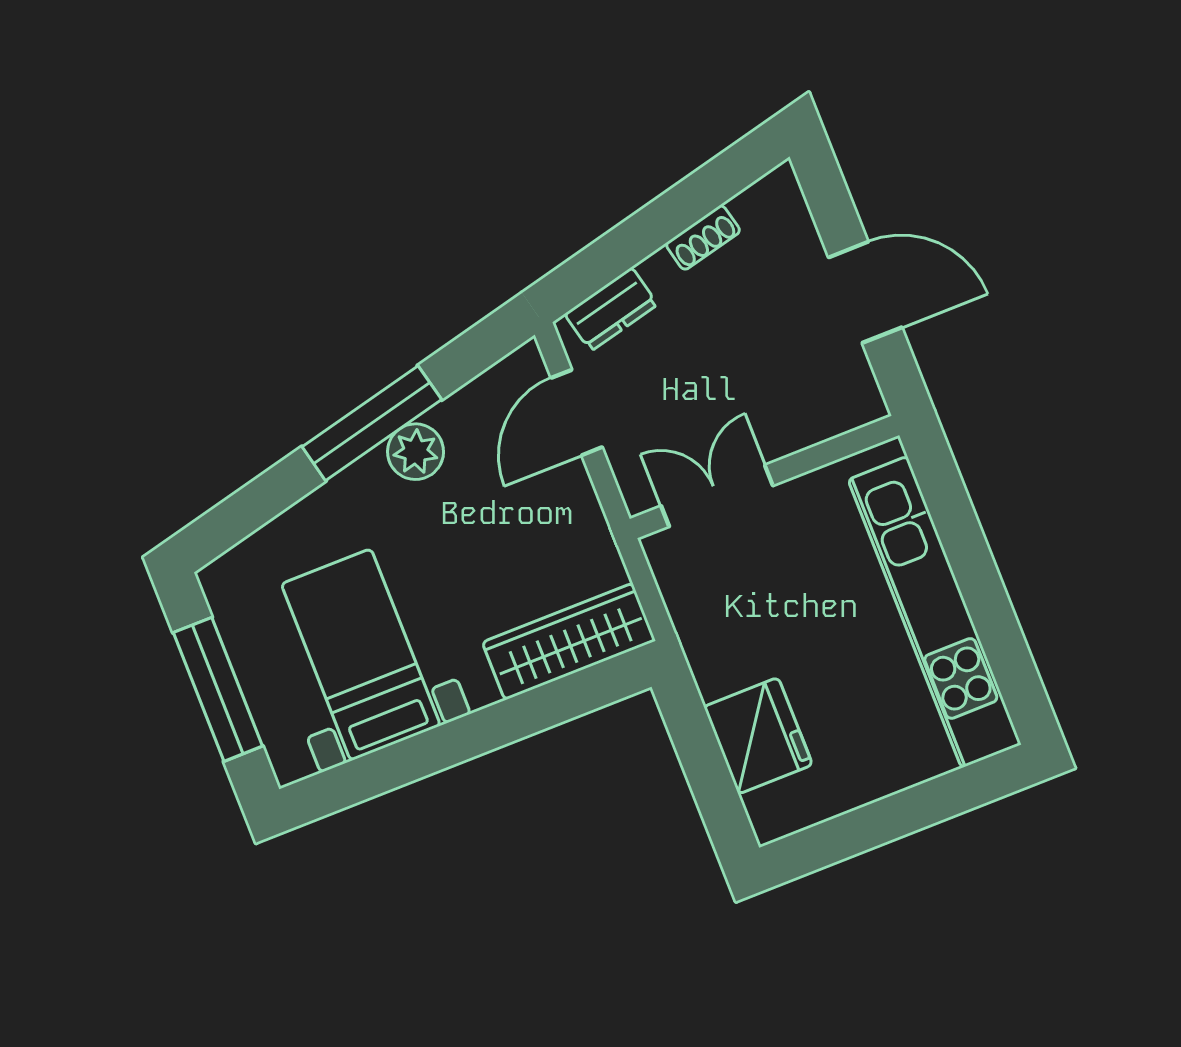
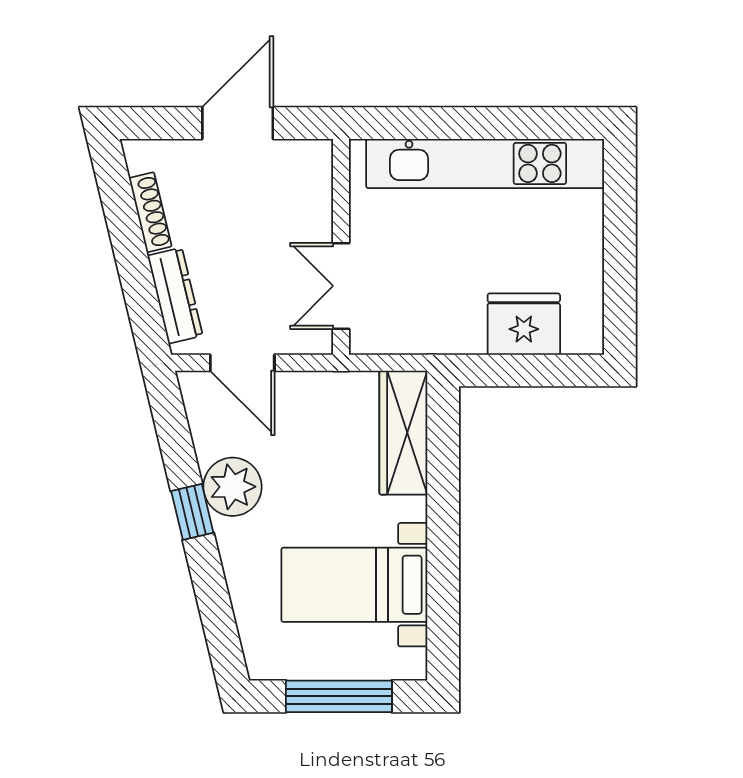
shoe rack: (703, 238) -> (150, 212), width x1.43
dresser: (611, 309) -> (175, 296), width x1.44
window: (372, 423) -> (192, 512), width x0.46
plant: (416, 452) -> (232, 487), width x1.36, depth x1.36

